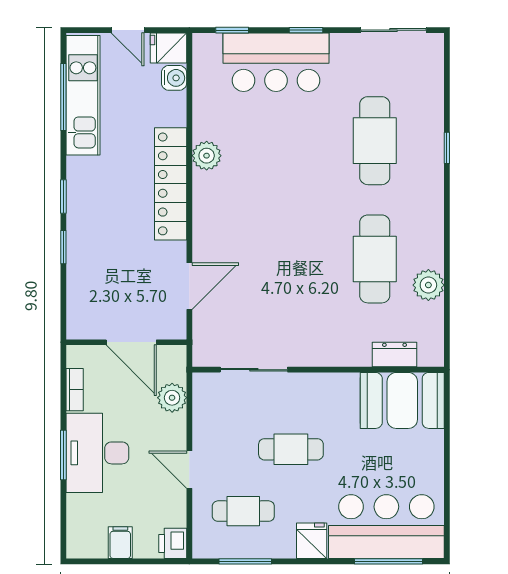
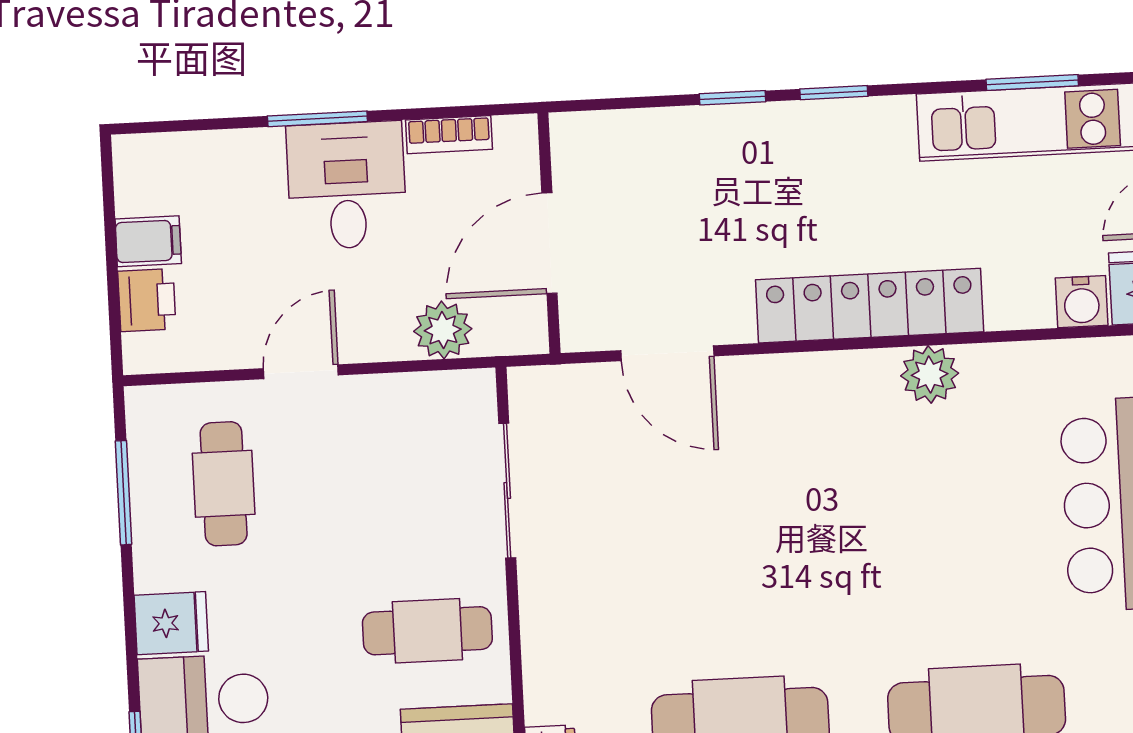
window: (63, 97) -> (1032, 83), width x0.69
cafe table: (291, 449) -> (427, 631), moved, turned 90
desk: (97, 453) -> (347, 185), width x0.73
printer: (173, 543) -> (147, 300), moved, turned 90

